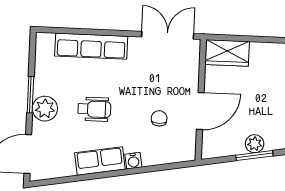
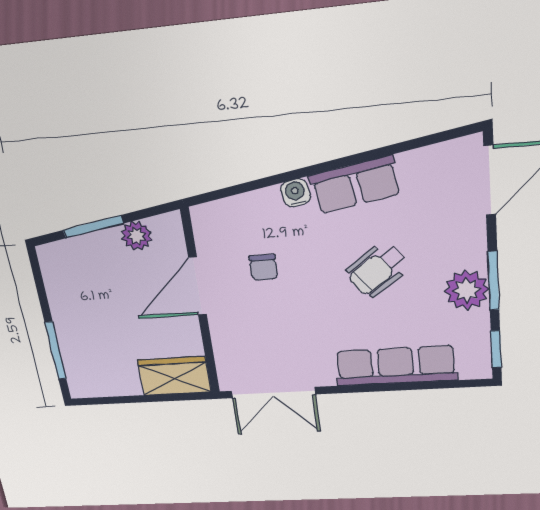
window: (32, 51) -> (496, 349), added
plant: (45, 109) -> (467, 290), moved
wheelchair: (94, 109) -> (377, 270), turned -37
plant: (255, 144) -> (137, 236), moved

